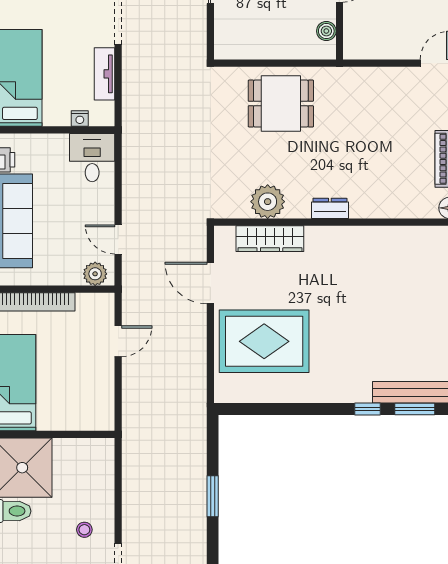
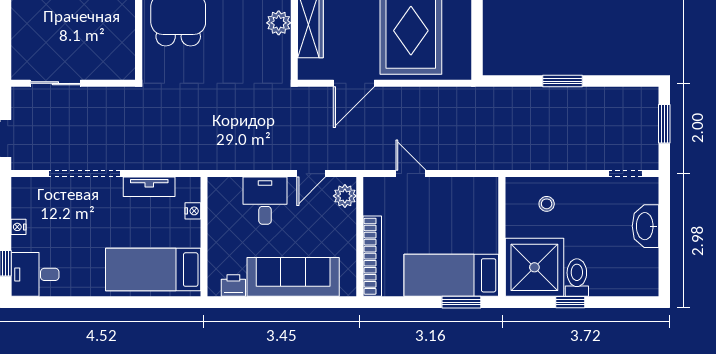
desk: (92, 158) -> (265, 201), moved, turned 90
plant: (268, 202) -> (279, 23), width x0.73, depth x0.73
stool: (84, 530) -> (547, 204), moved

